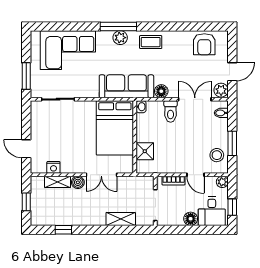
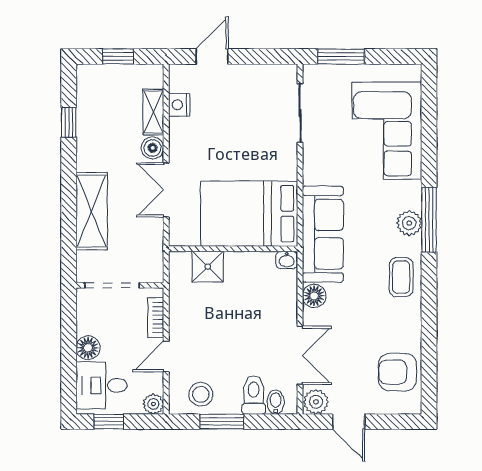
toilet: (171, 111) -> (254, 395), moved, turned 90
shelving: (121, 219) -> (92, 211), width x1.50, depth x1.33

